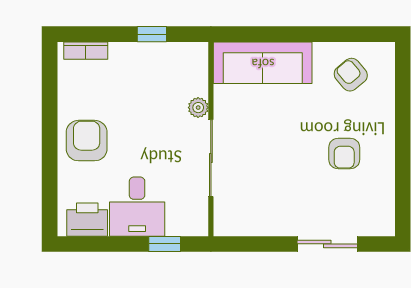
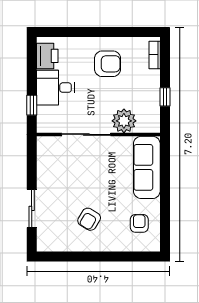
armchair: (351, 75) -> (139, 223), turned -50
plant: (198, 108) -> (124, 121), width x1.87, depth x1.87
armchair: (87, 141) -> (108, 64), moved
armchair: (344, 154) -> (89, 219), turned -59

